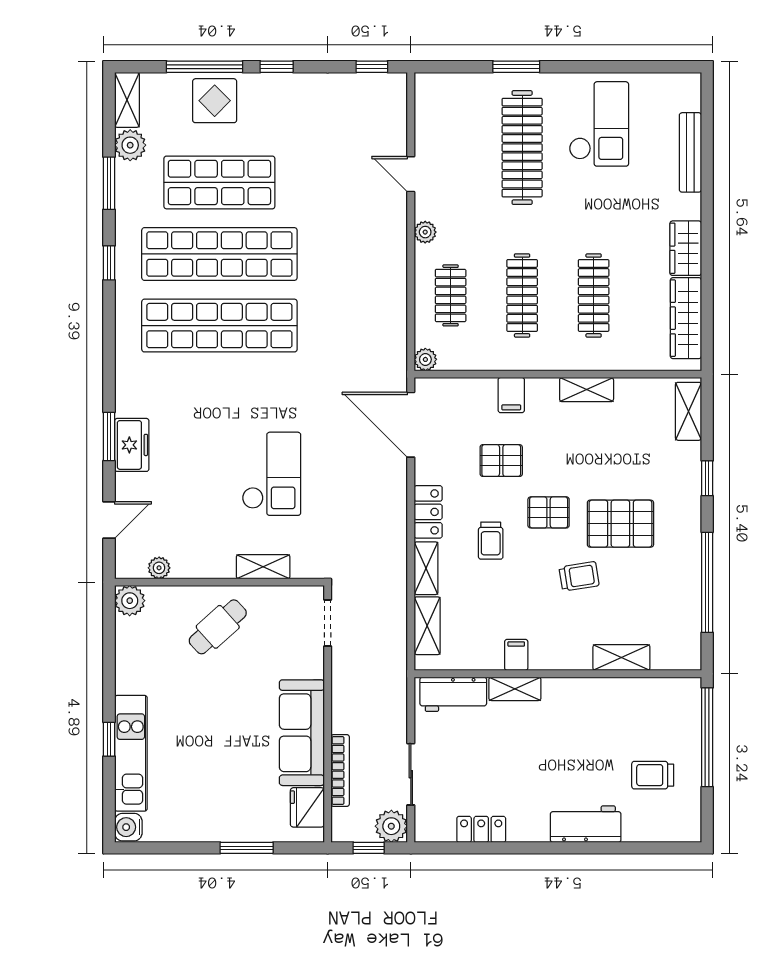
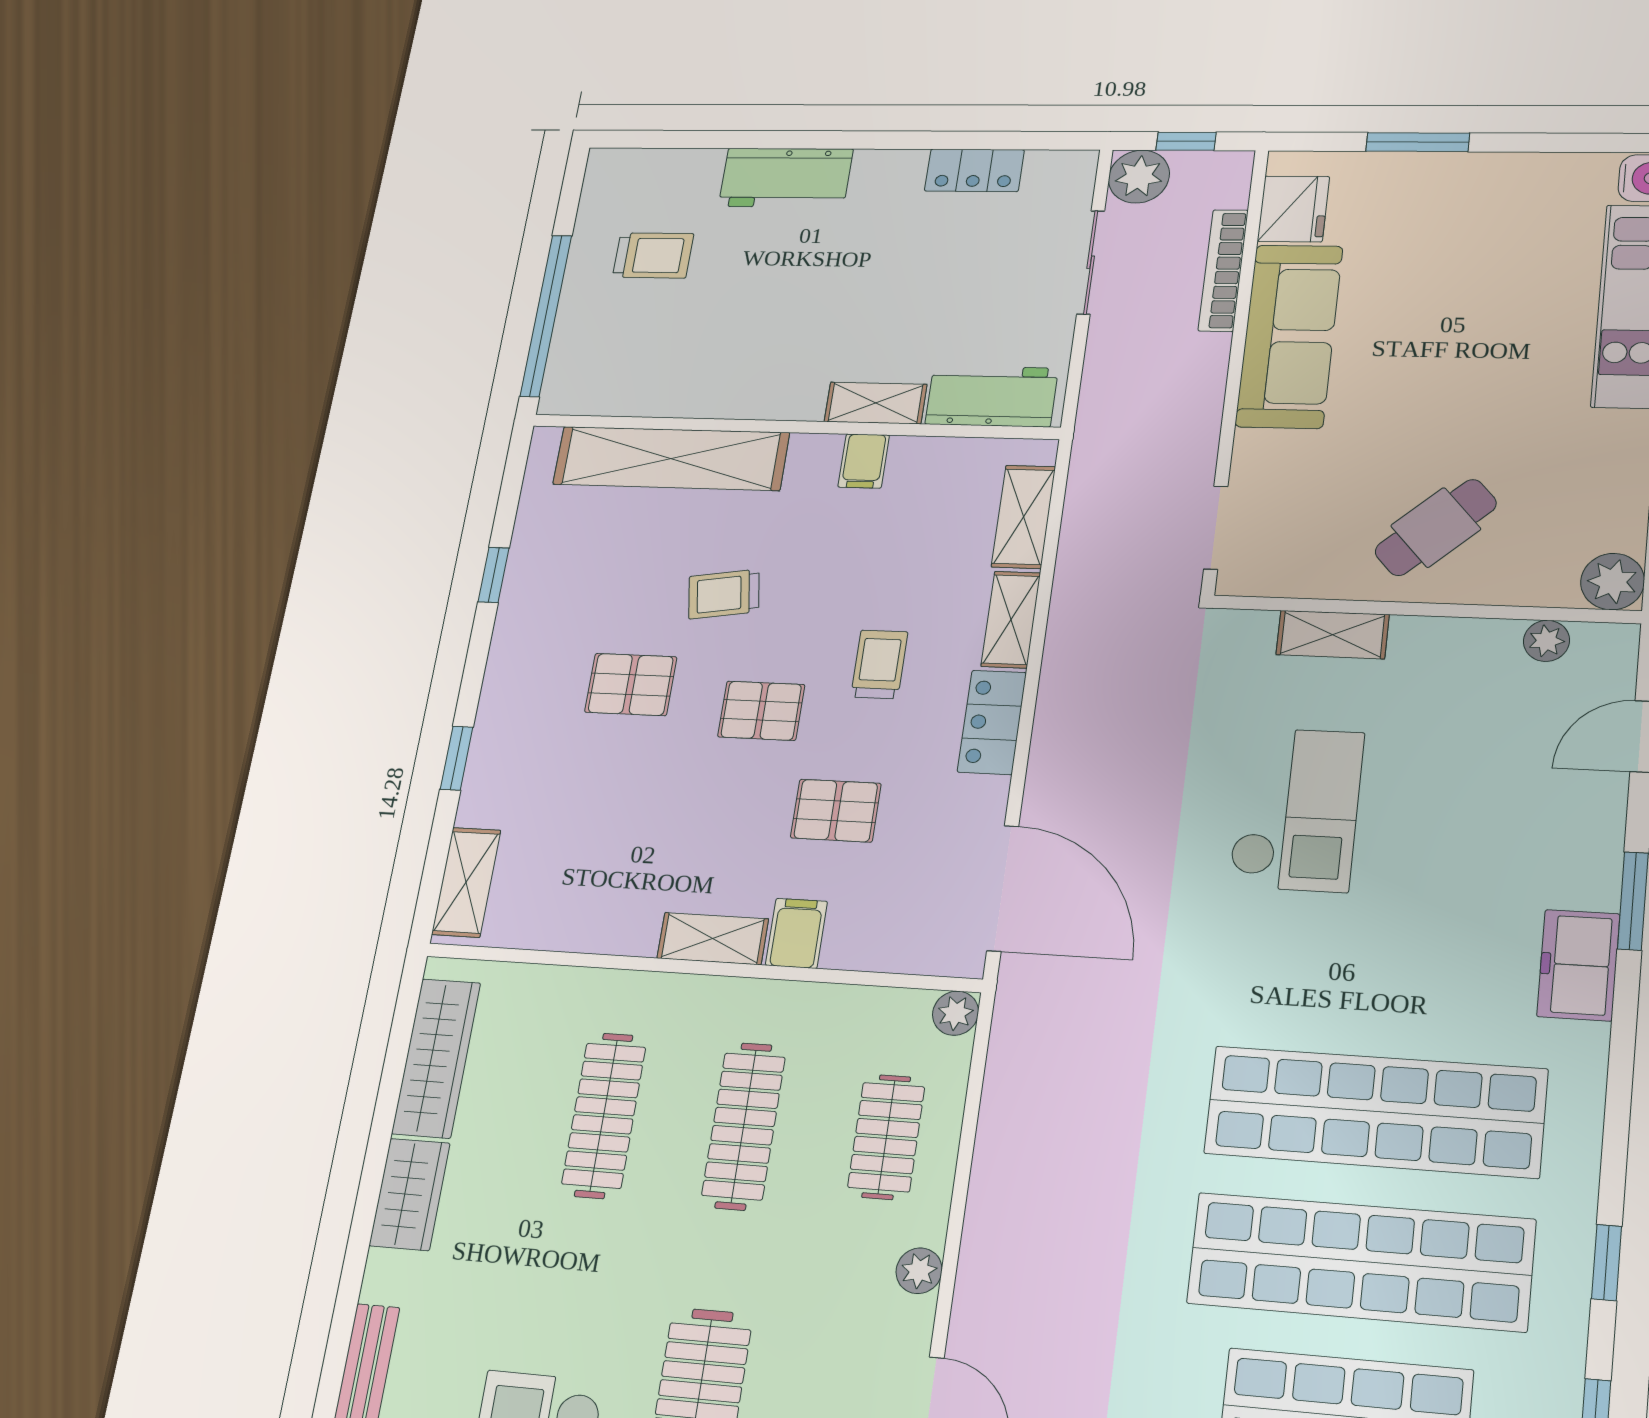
shelving: (587, 390) -> (713, 939), moved
freezer: (132, 445) -> (1578, 965), moved
checkout: (271, 474) -> (1296, 809), turned 180
pallet: (620, 524) -> (631, 684), width x0.67, depth x0.71
window: (707, 582) -> (494, 575), width x0.32
shelving: (621, 658) -> (671, 458), width x2.20, depth x1.33

